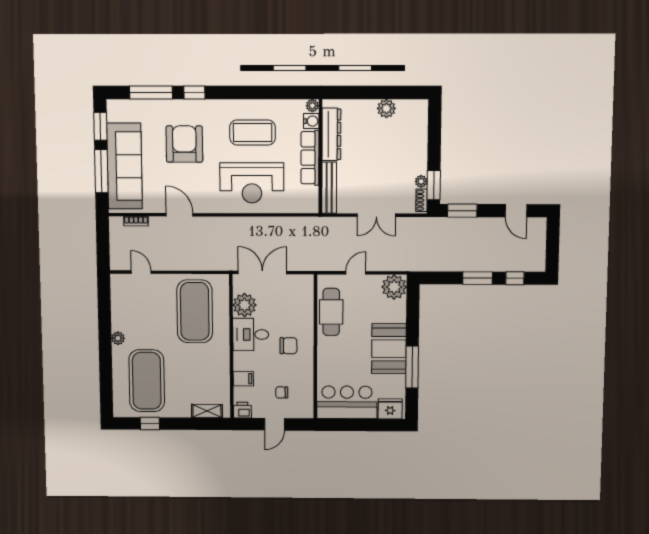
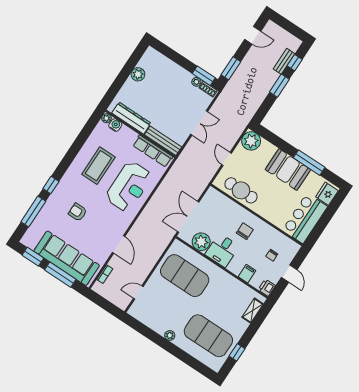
armchair: (184, 144) -> (78, 212), width x0.53, depth x0.53
row of seats: (310, 158) -> (153, 151), moved
door: (180, 215) -> (119, 244), swing flipped
bench: (509, 265) -> (284, 61), added

